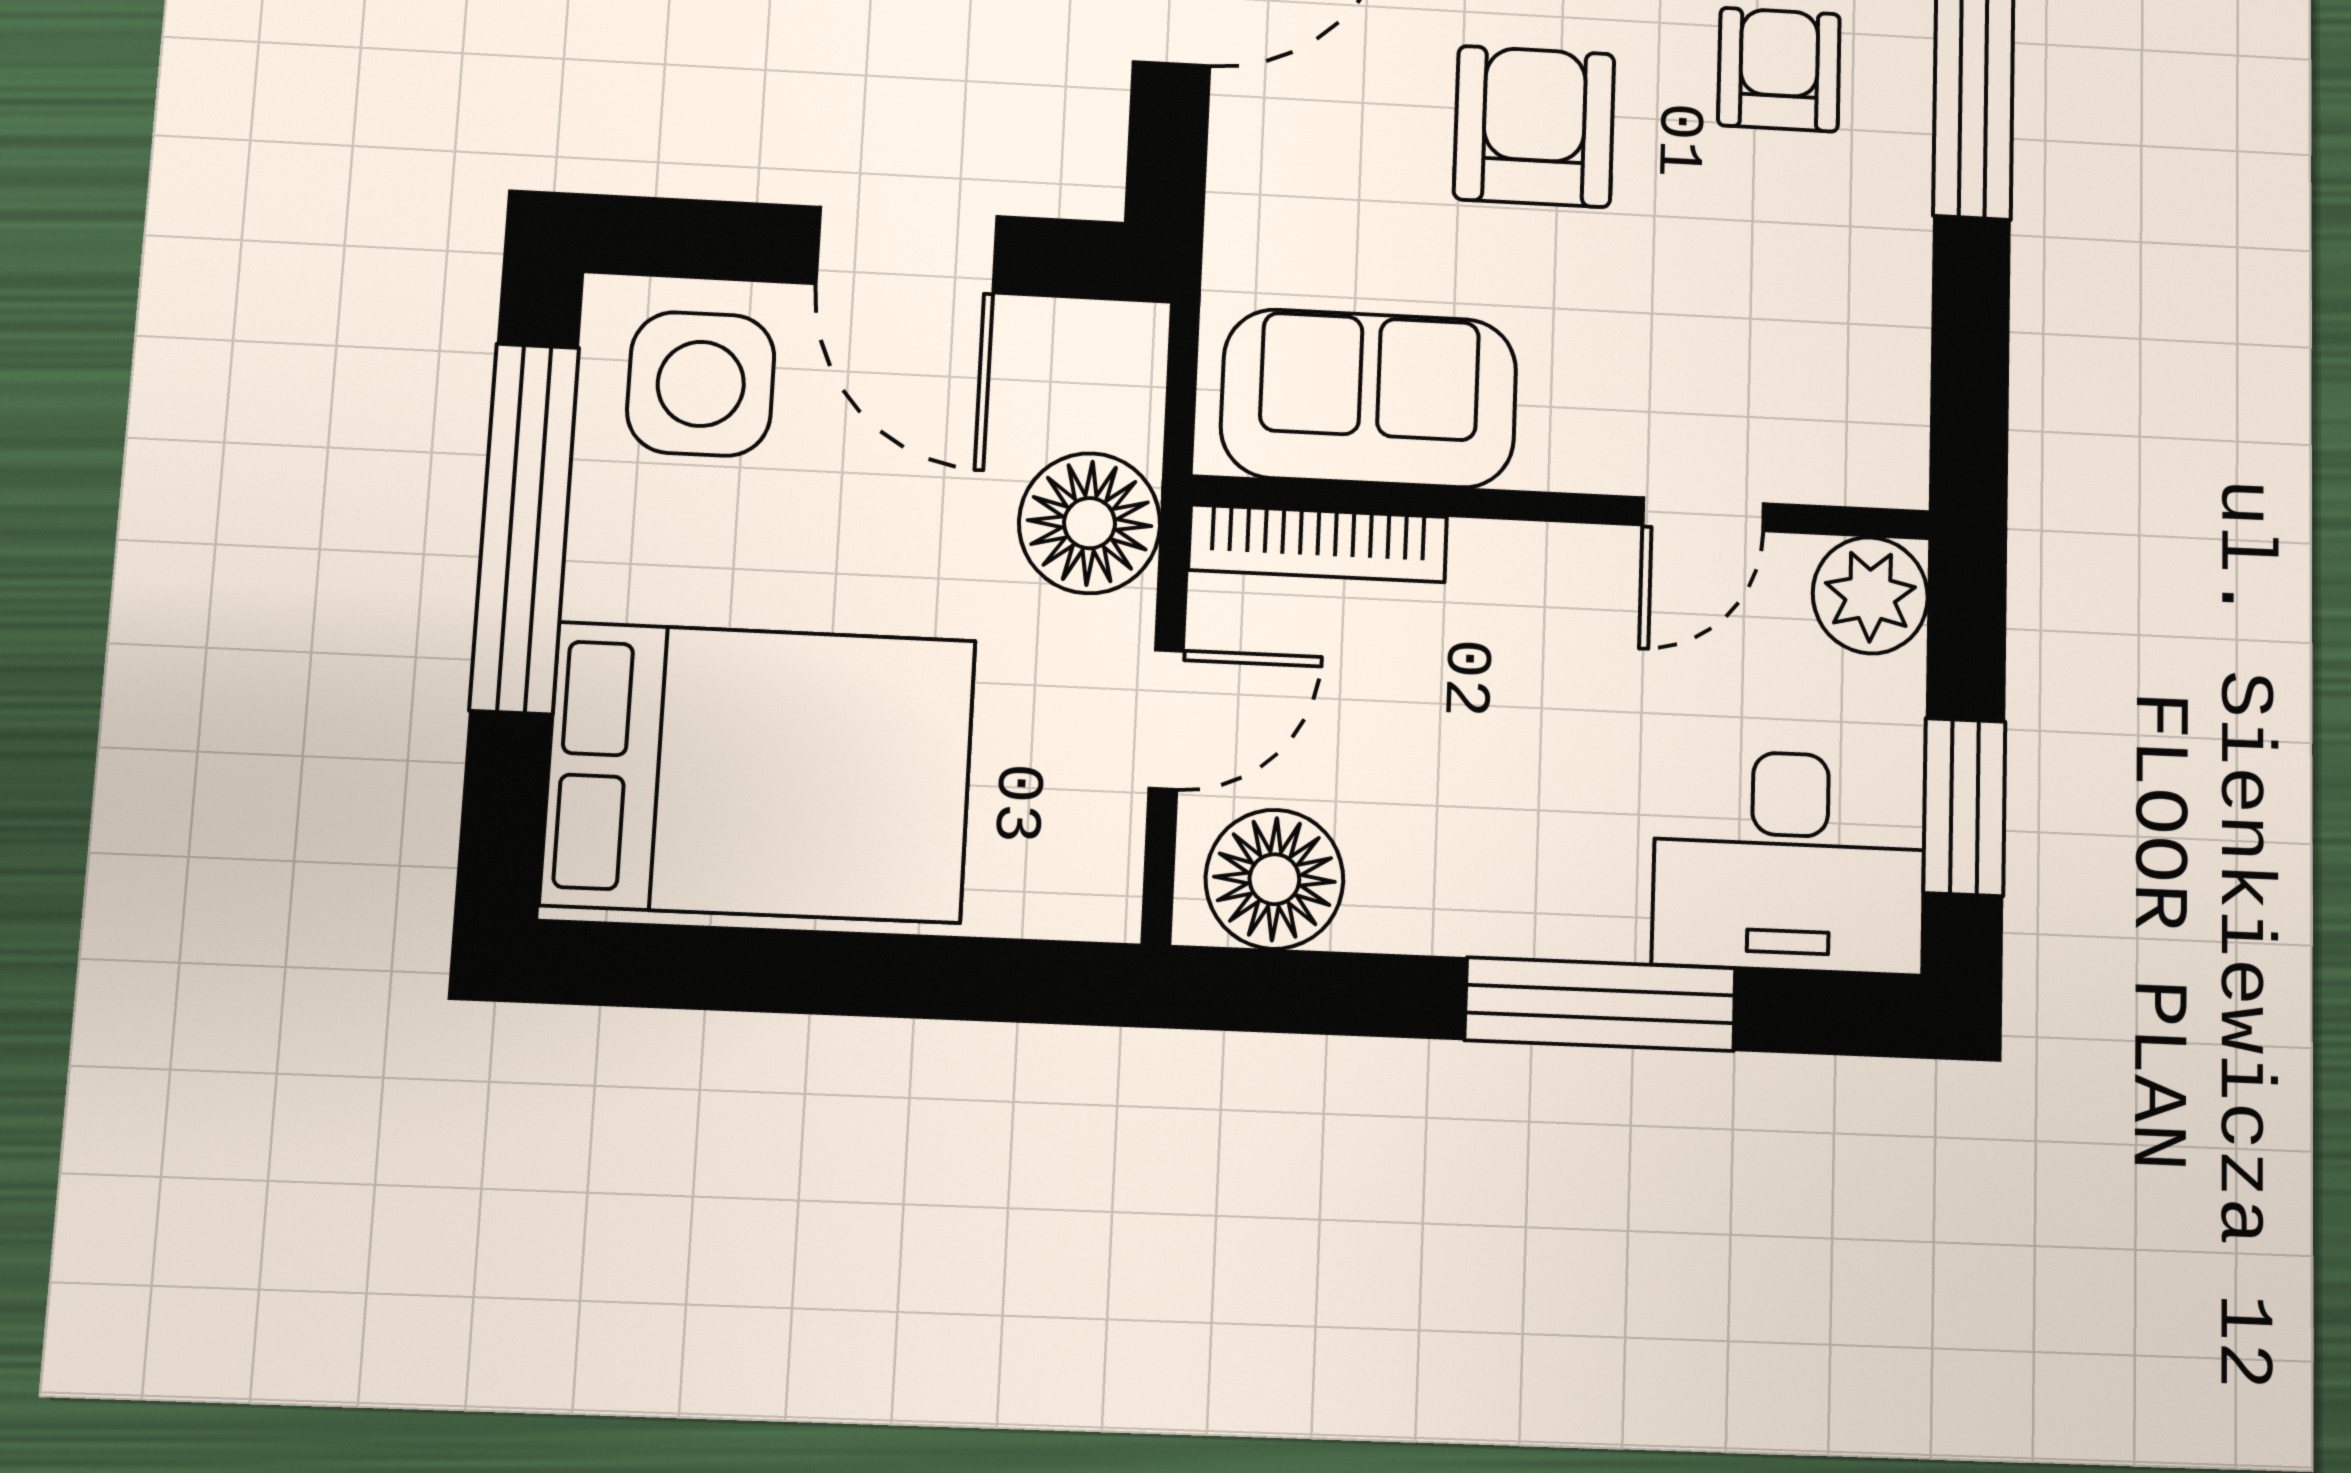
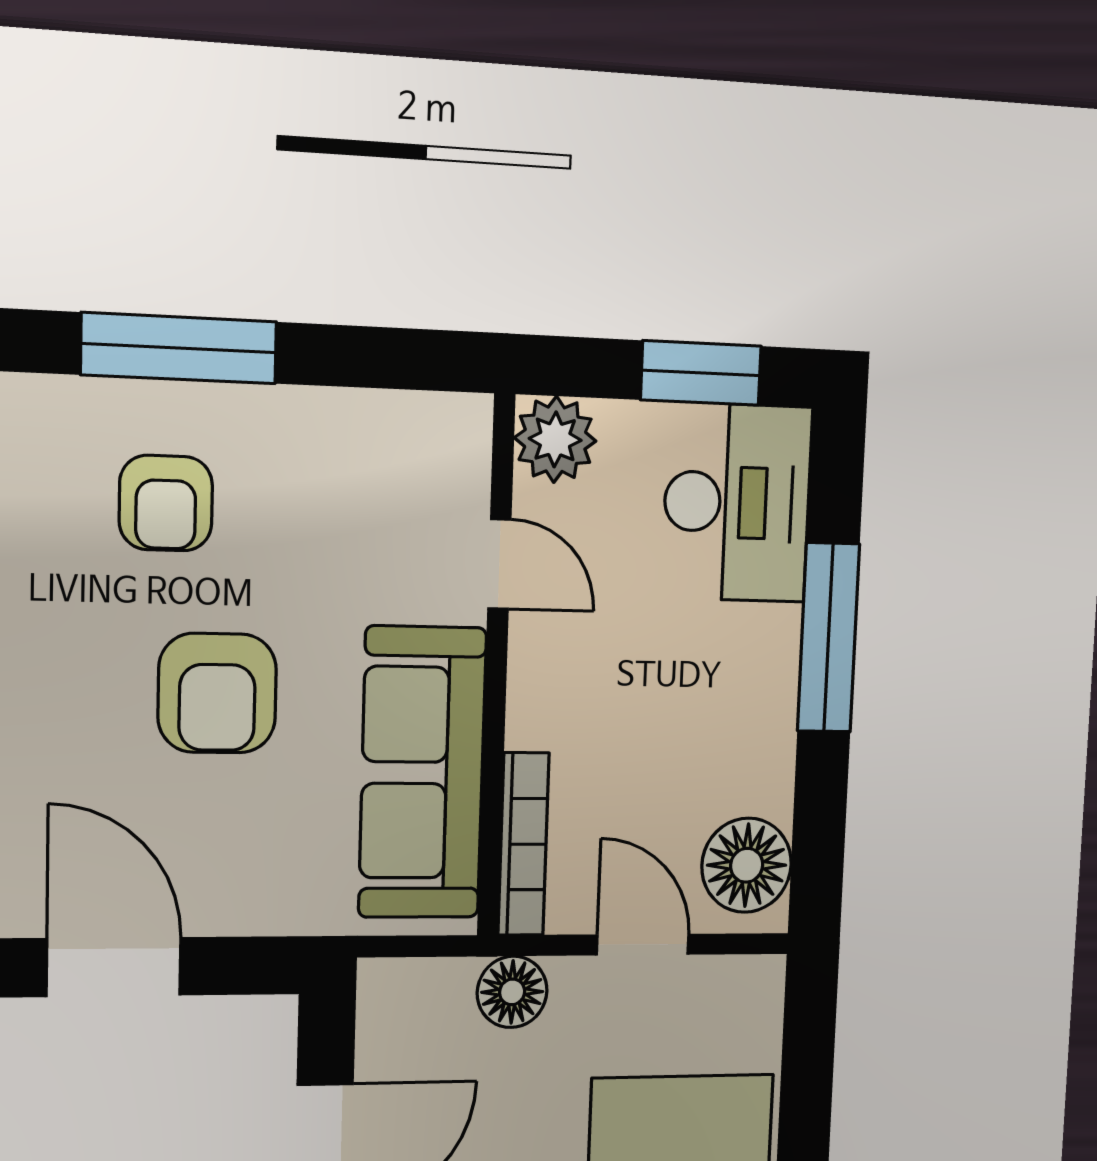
armchair: (1779, 70) -> (166, 503), turned -90
armchair: (1534, 126) -> (217, 693), turned -90
sofa: (1369, 398) -> (422, 773), width x1.36
floor lamp: (1090, 523) -> (512, 992), width x0.73, depth x0.73

